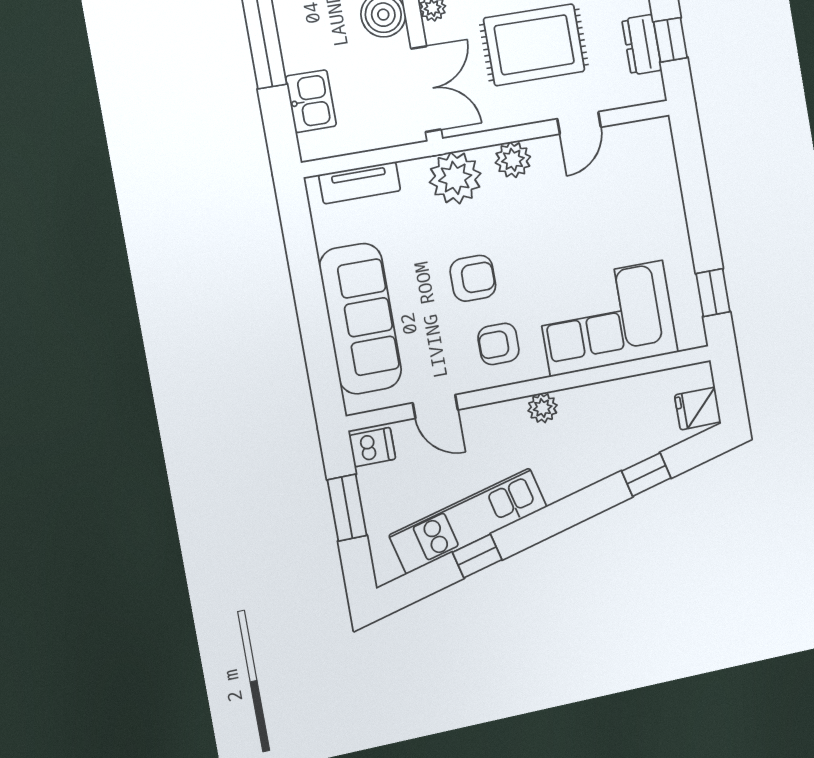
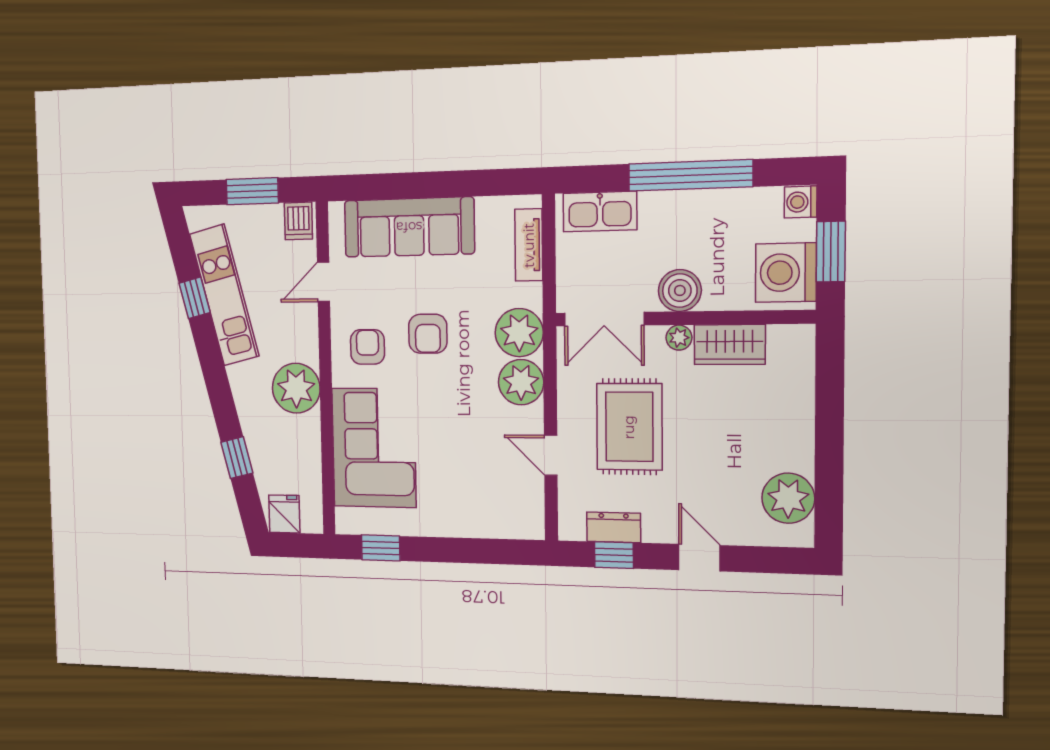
kitchen sink: (311, 101) -> (600, 212), width x1.38
plant: (513, 160) -> (521, 382), width x1.36, depth x1.36
plant: (543, 408) -> (296, 388), width x1.87, depth x1.87

